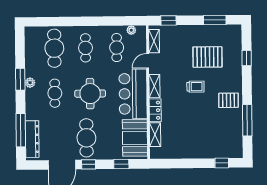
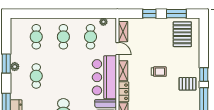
window: (169, 20) -> (149, 14), moved
cafe table: (54, 48) -> (36, 37), width x0.73, depth x0.74
pallet: (207, 57) -> (182, 34), moved, turned 90
window: (247, 58) -> (204, 74), moved
door: (148, 61) -> (117, 49), swing flipped
round table: (90, 94) -> (67, 77), removed

